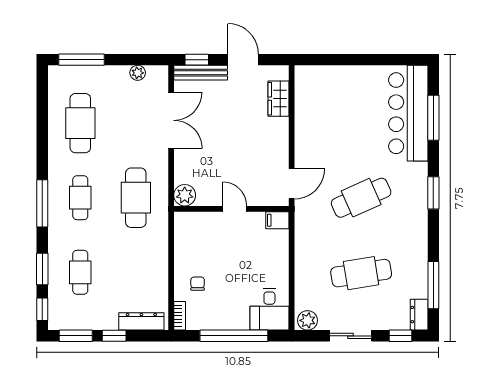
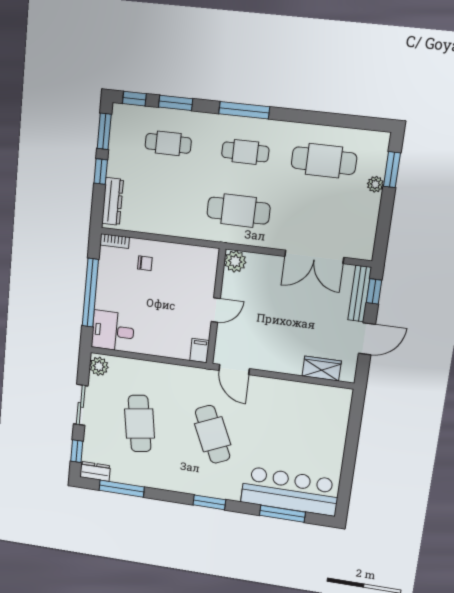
window: (82, 60) -> (392, 170), width x0.69
plant: (138, 73) -> (375, 184), moved

